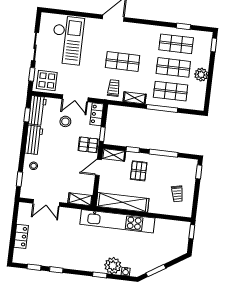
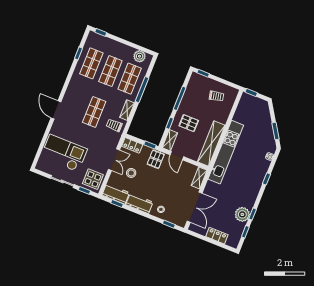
plant: (201, 75) -> (140, 56), moved
double door: (46, 203) -> (195, 207), width x1.37
plant: (113, 266) -> (242, 214), moved

